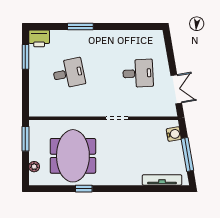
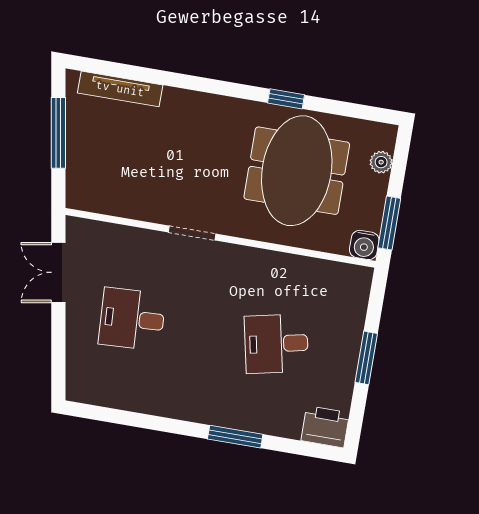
window: (25, 57) -> (366, 358), moved
water cooler: (174, 134) -> (364, 245), moved, turned -80

